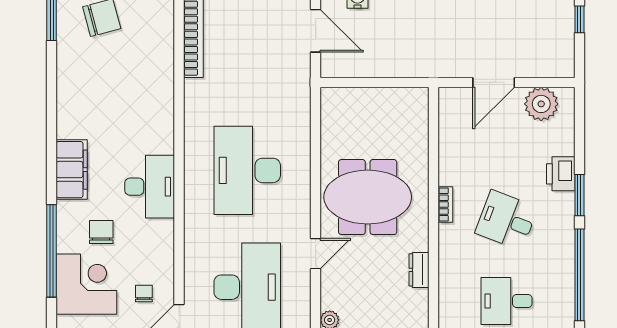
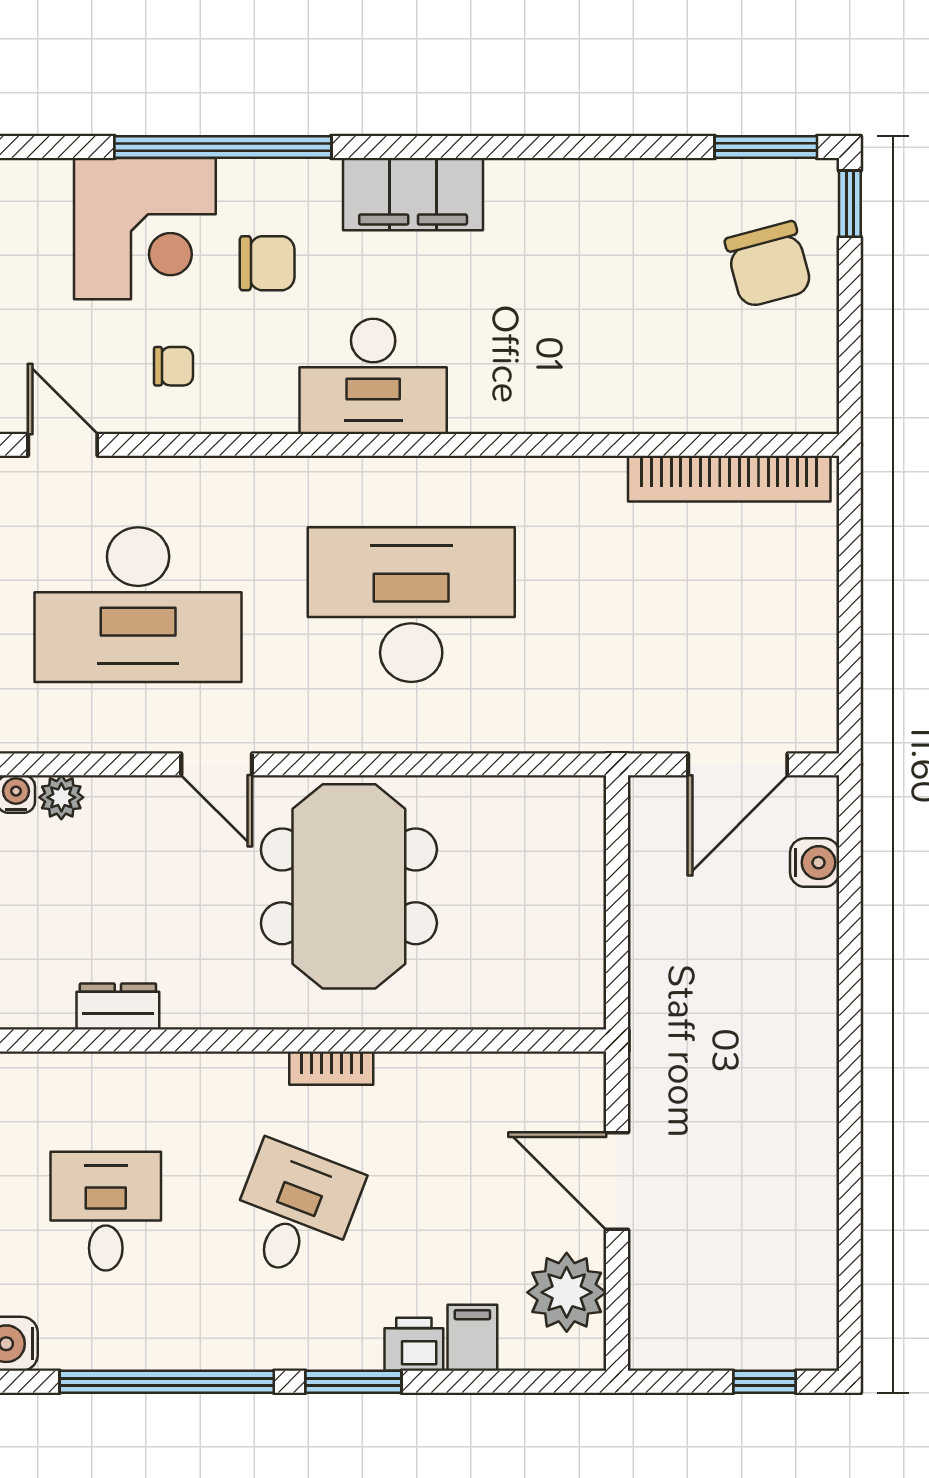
filing cabinet: (561, 144) -> (472, 1338), added
printer: (561, 174) -> (414, 1344), width x0.73, depth x0.81
dresser: (419, 270) -> (118, 1007), moved
chair: (144, 294) -> (173, 366), moved

